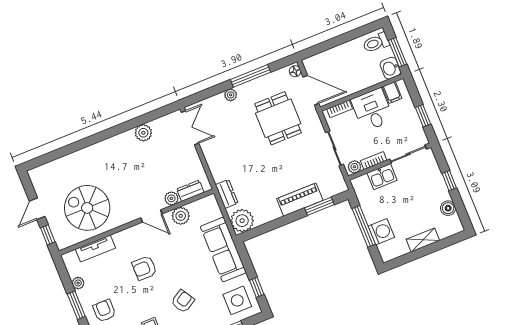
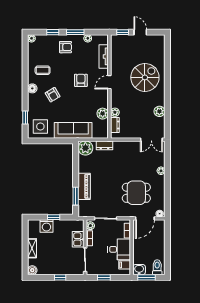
window: (250, 76) -> (167, 187), removed
spiral stairs: (87, 208) -> (145, 77), moved
boiler: (448, 208) -> (32, 270), moved
door: (151, 216) -> (109, 82), moved
window: (364, 226) -> (54, 217), width x0.46
window: (257, 287) -> (43, 141), removed

